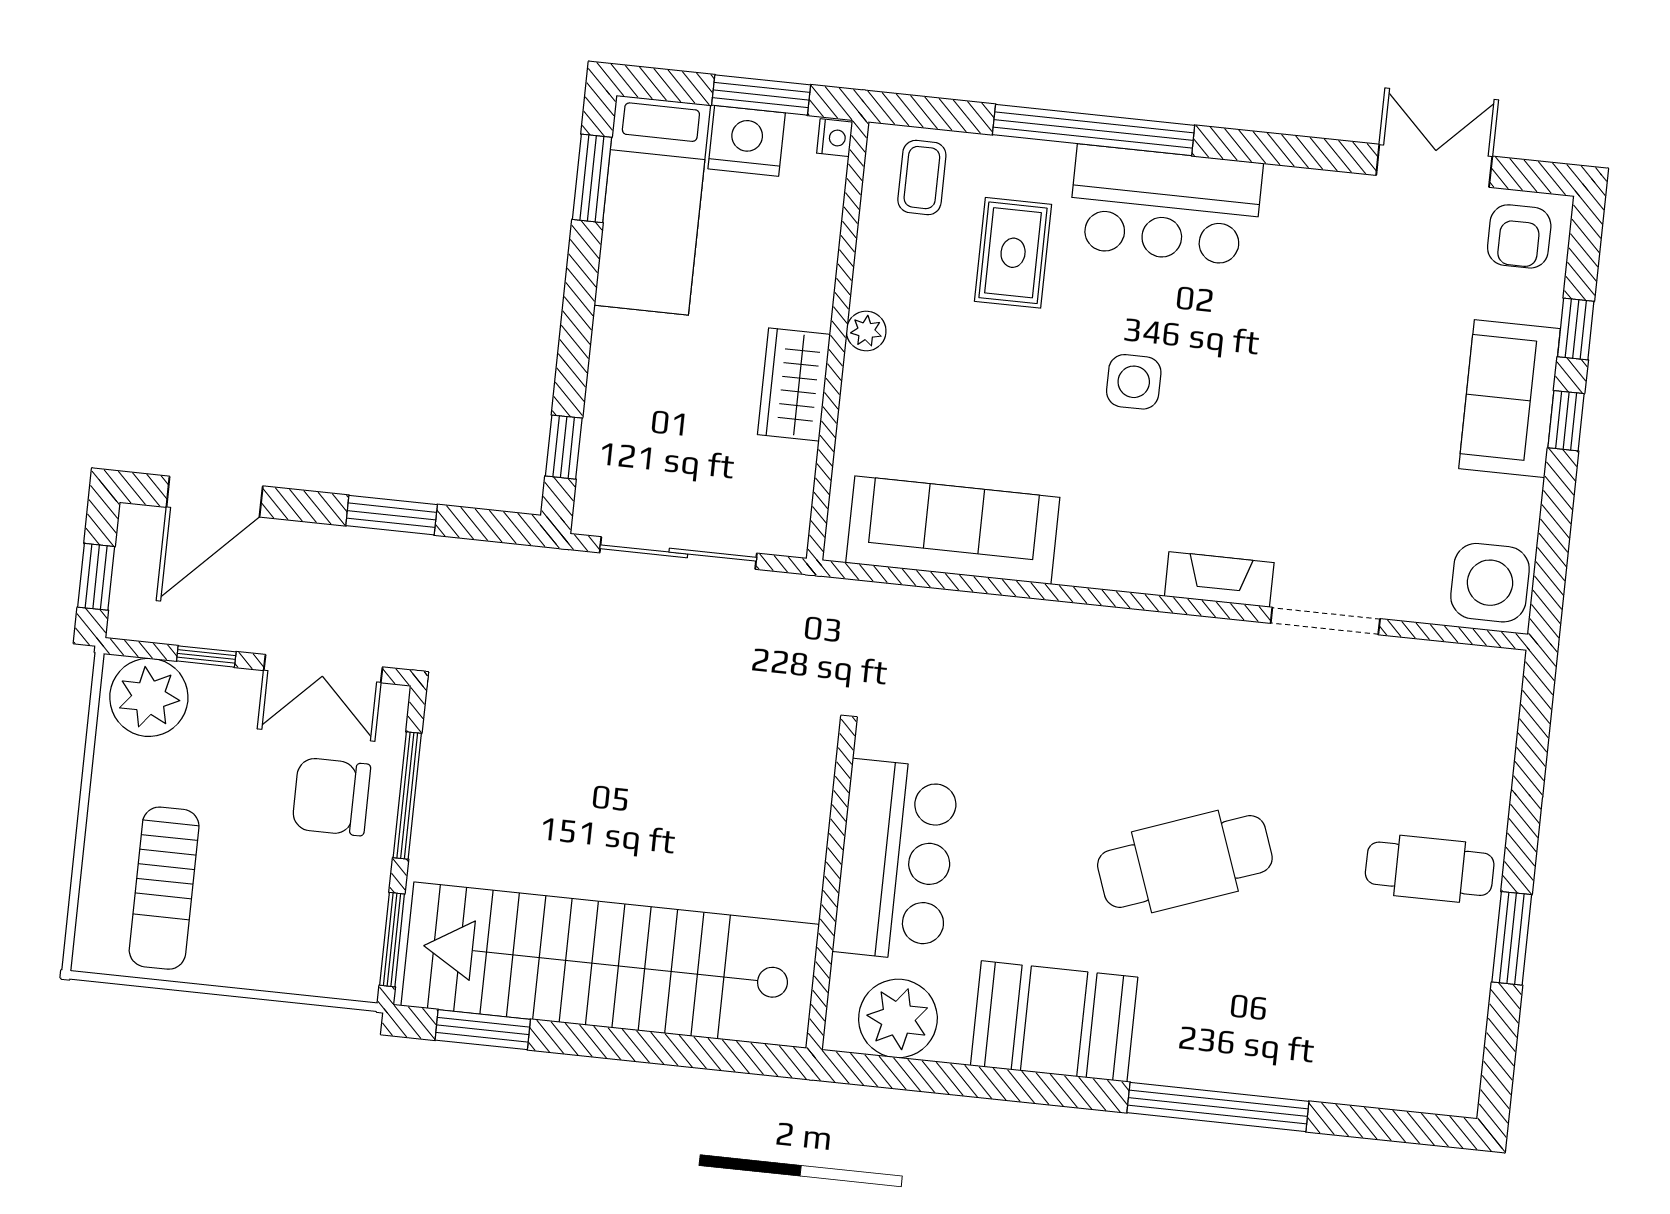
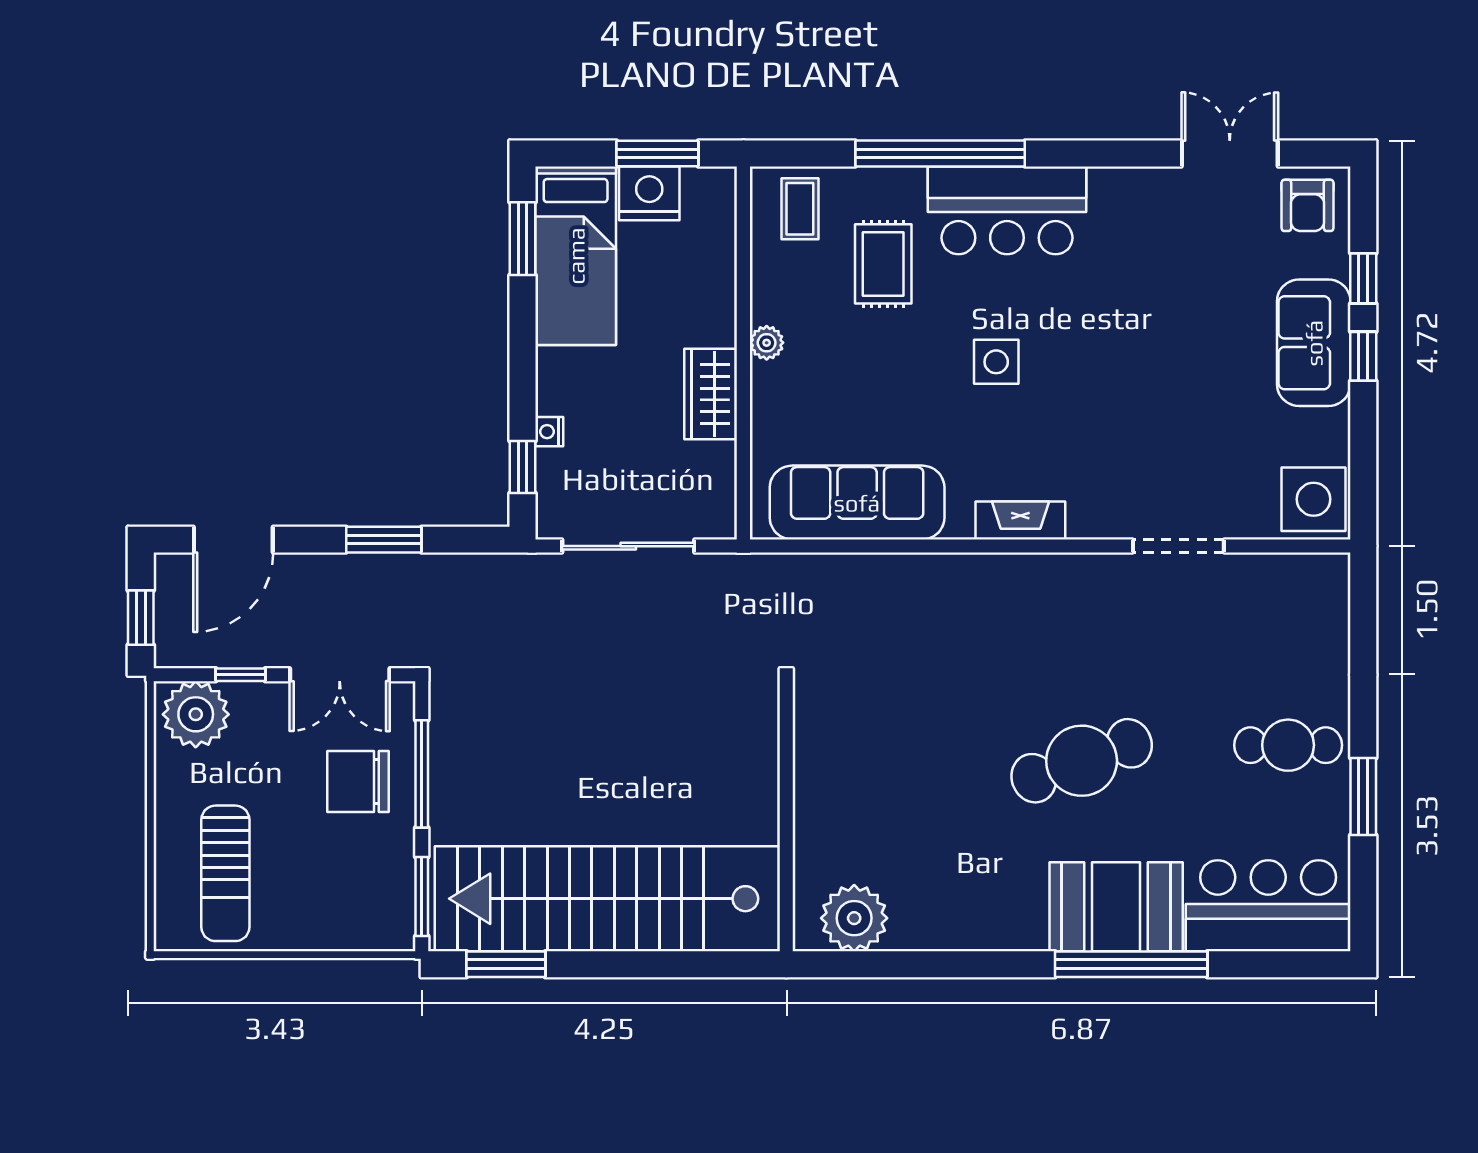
nightstand: (835, 138) -> (549, 432), moved, turned 180
fireplace: (1219, 579) -> (1020, 521), moved
bar counter: (896, 860) -> (1268, 906), moved, turned -90
booth: (1054, 1021) -> (1116, 907), moved

